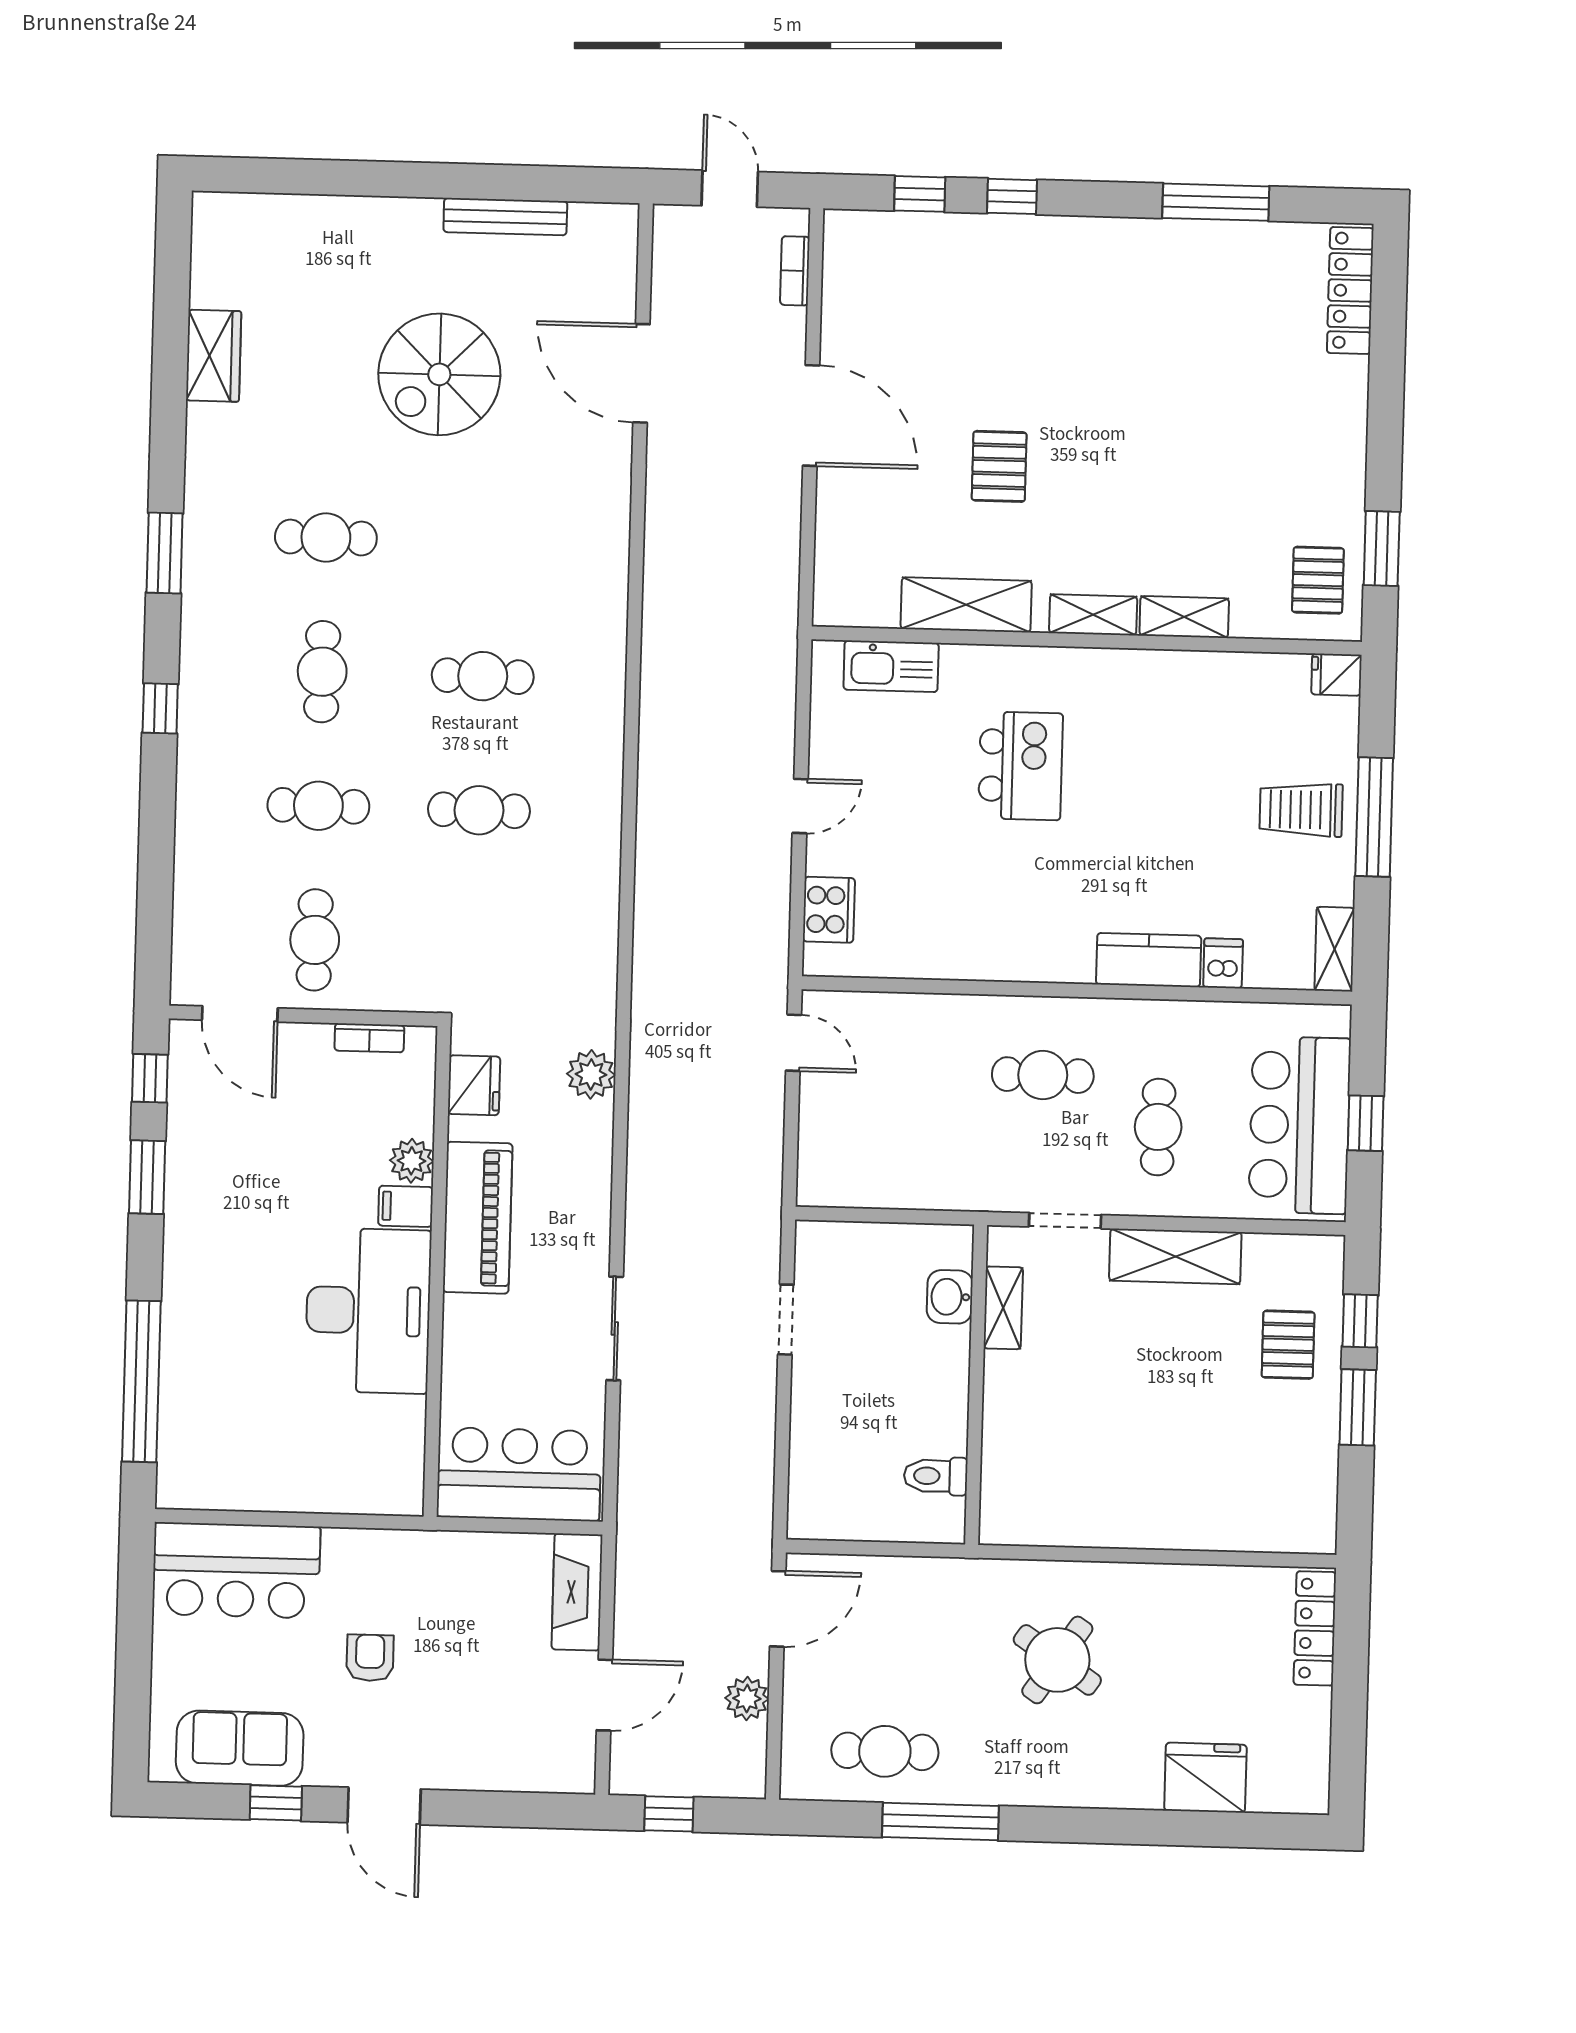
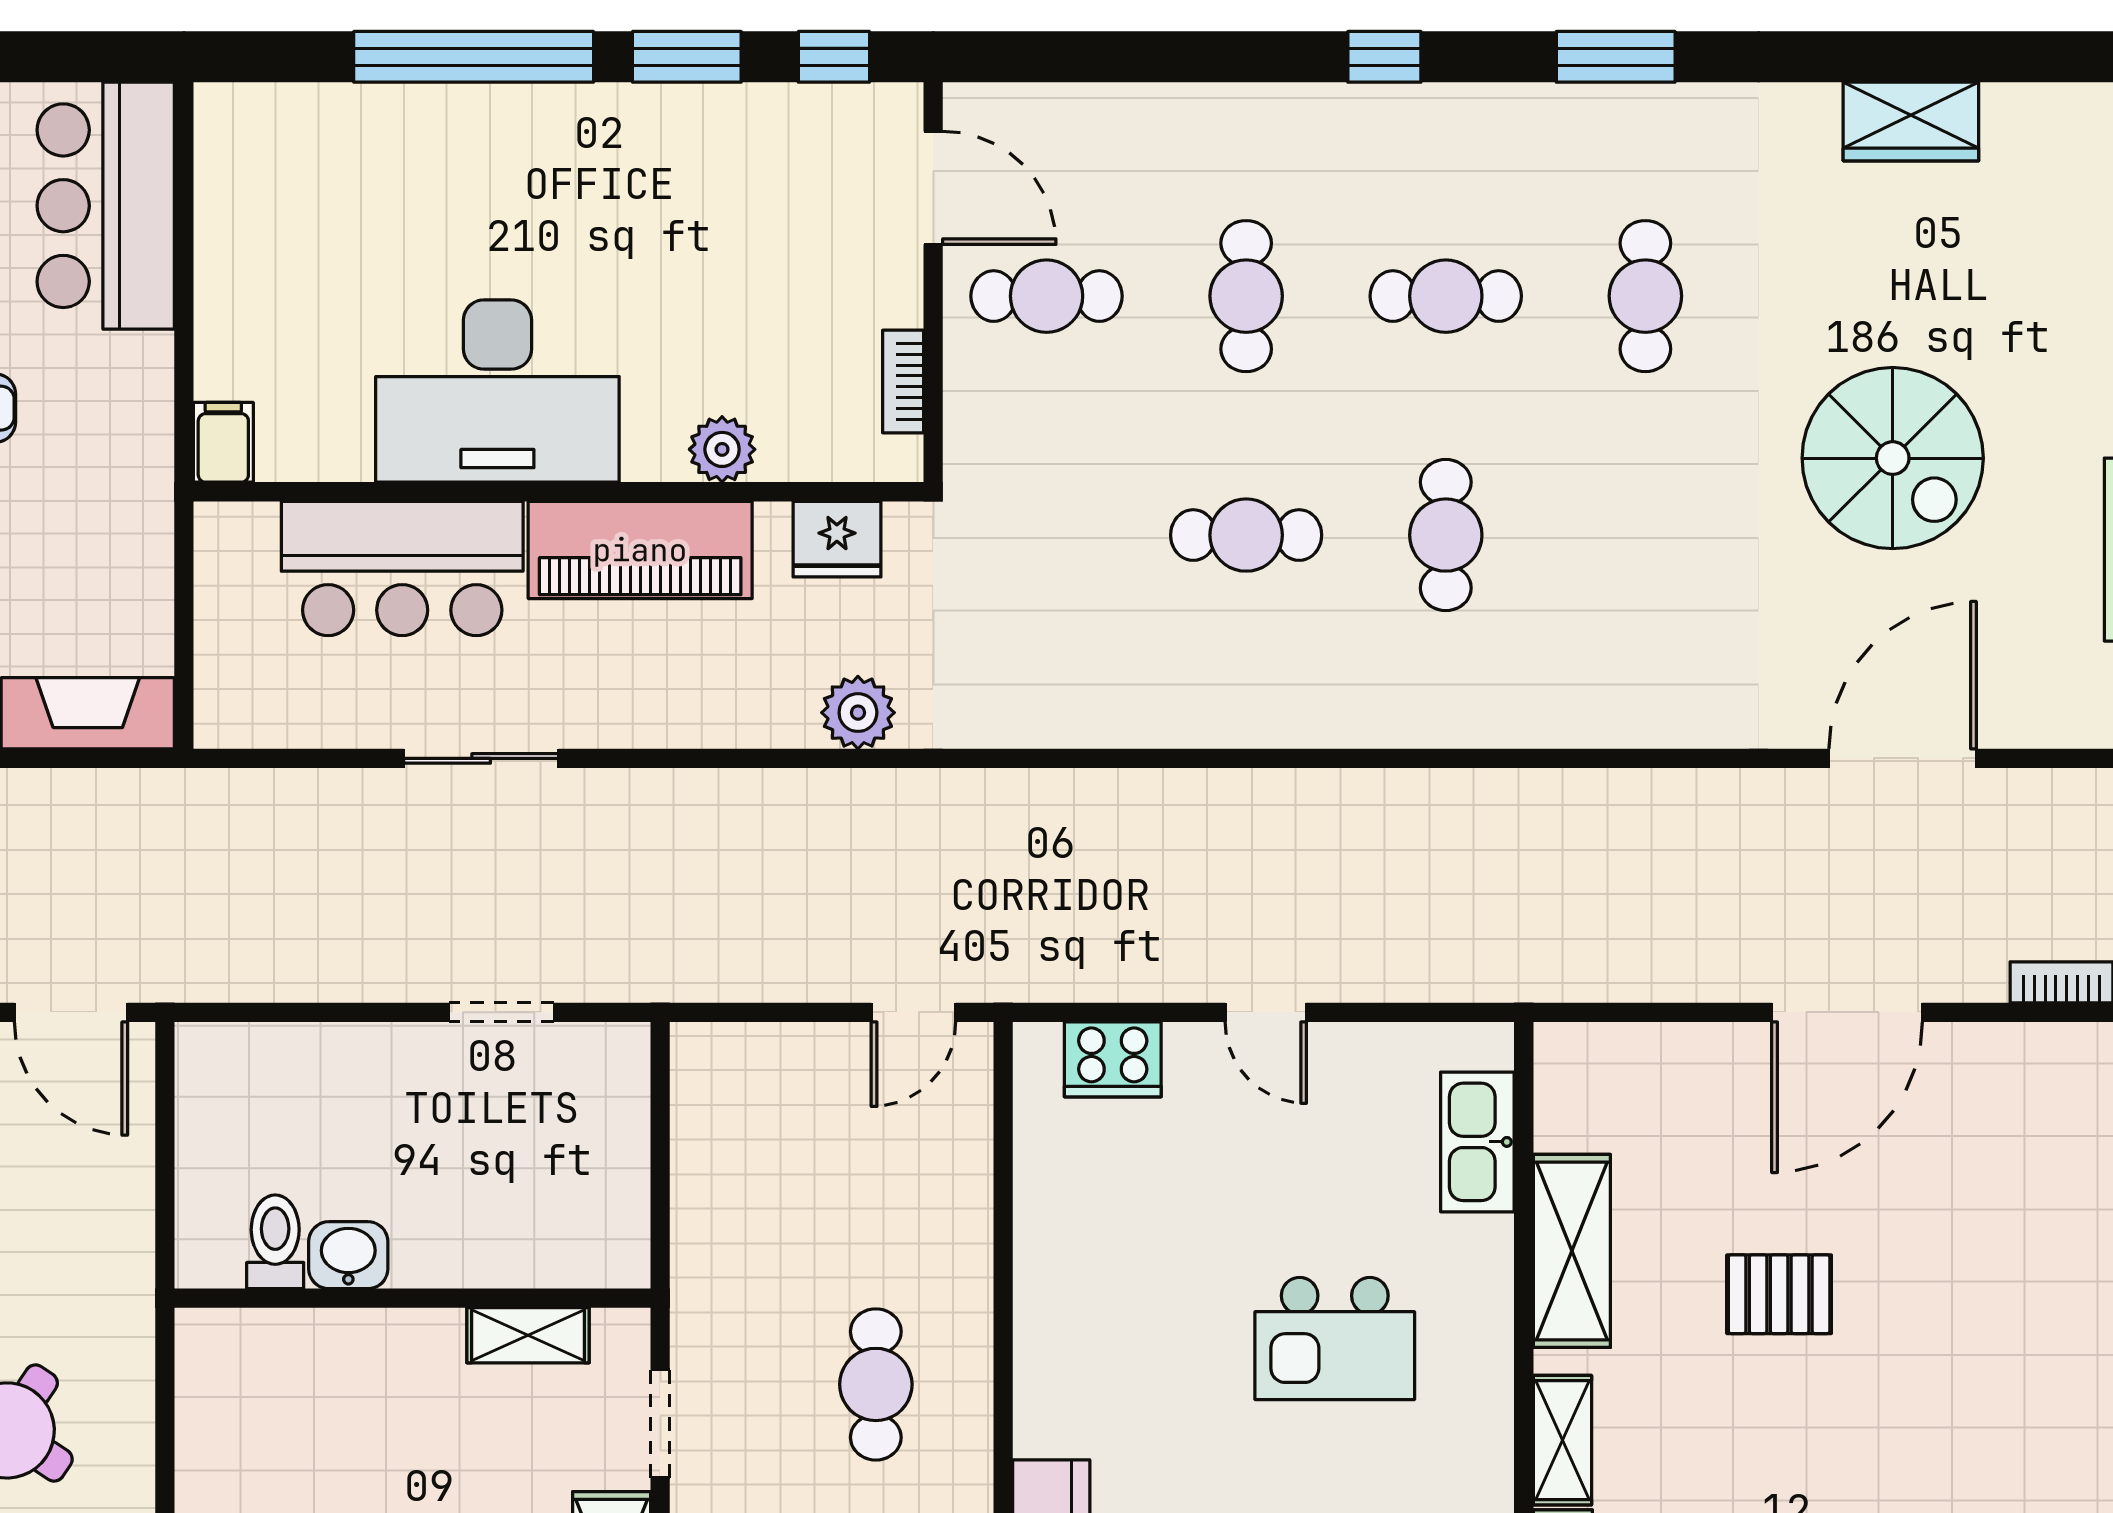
spiral stairs: (439, 374) -> (1893, 458), turned 180
cafe table: (479, 810) -> (1246, 535), turned 90
door: (240, 1014) -> (933, 188), swing flipped
filing cabinet: (406, 1206) -> (223, 442), moved
washbasin: (950, 1297) -> (348, 1255), moved
window: (141, 1381) -> (474, 57), moved
bar counter: (519, 1474) -> (402, 568), moved, turned 90

